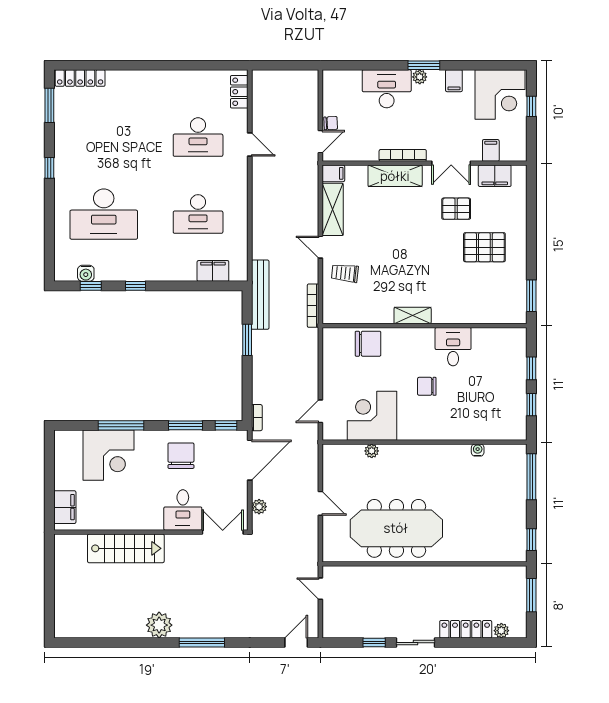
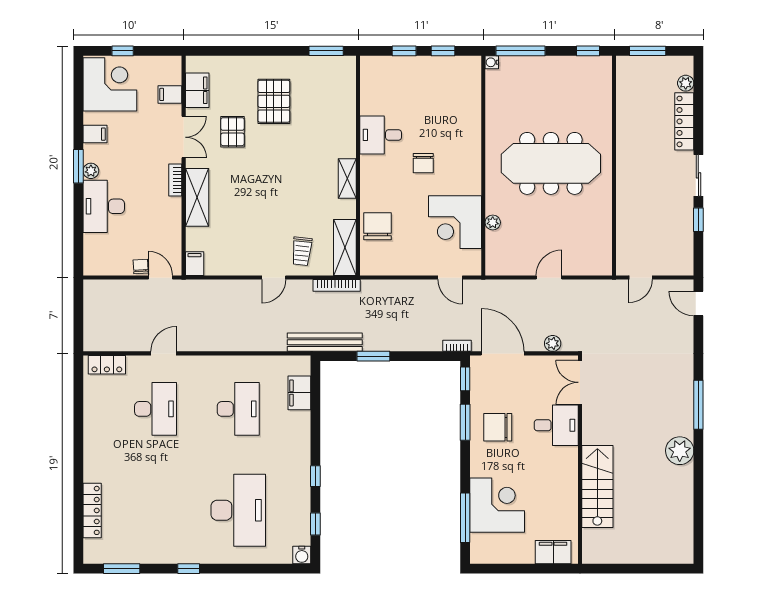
locker: (80, 78) -> (92, 510), moved
bookcase: (403, 155) -> (175, 180), width x0.64
shelving: (333, 209) -> (345, 247), moved, turned 90
water cooler: (86, 273) -> (302, 555), moved, turned 90
window: (121, 425) -> (465, 518), moved
water cooler: (478, 450) -> (492, 62), moved
meeting table: (396, 528) -> (551, 163), moved, turned 90

